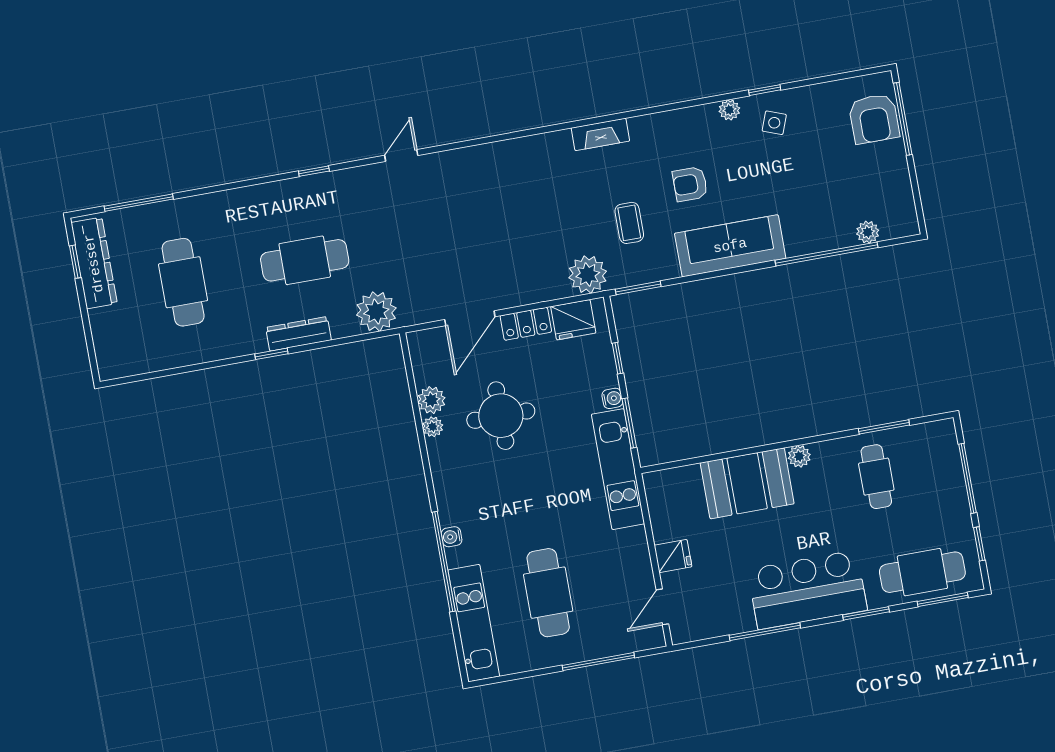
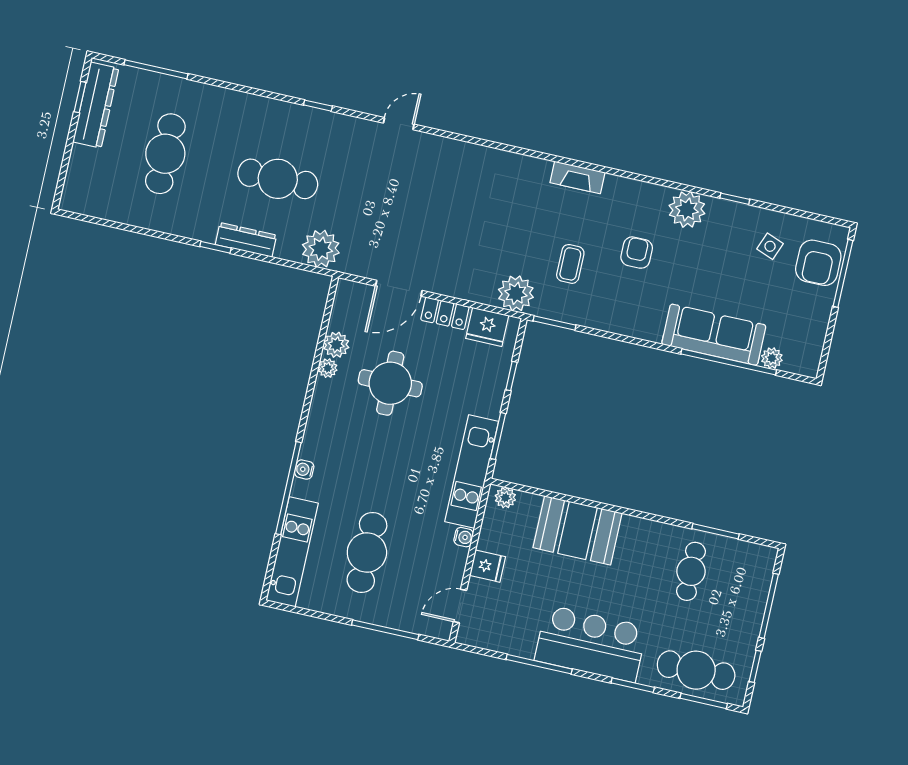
plant: (729, 110) -> (687, 209), width x1.88, depth x1.88
side table: (774, 123) -> (770, 246), moved
armchair: (690, 184) -> (637, 253), turned 90
sofa: (730, 246) -> (714, 335), moved
water cooler: (612, 398) -> (464, 537), moved
plant: (799, 456) -> (505, 498), moved

